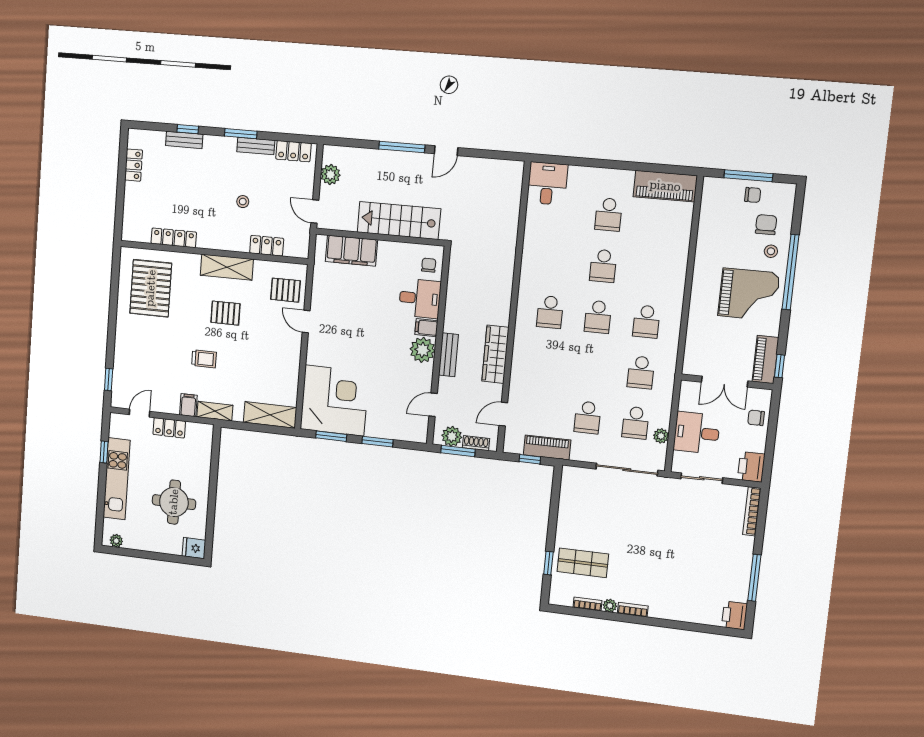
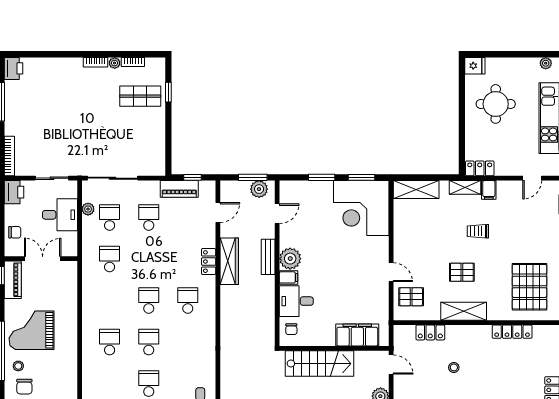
school desk: (646, 322) -> (110, 342), moved
locker: (520, 357) -> (209, 262), added
locker: (169, 428) -> (480, 168), moved
shoe rack: (476, 443) -> (238, 186), removed

